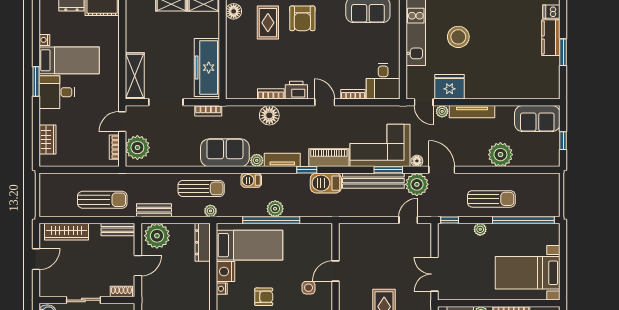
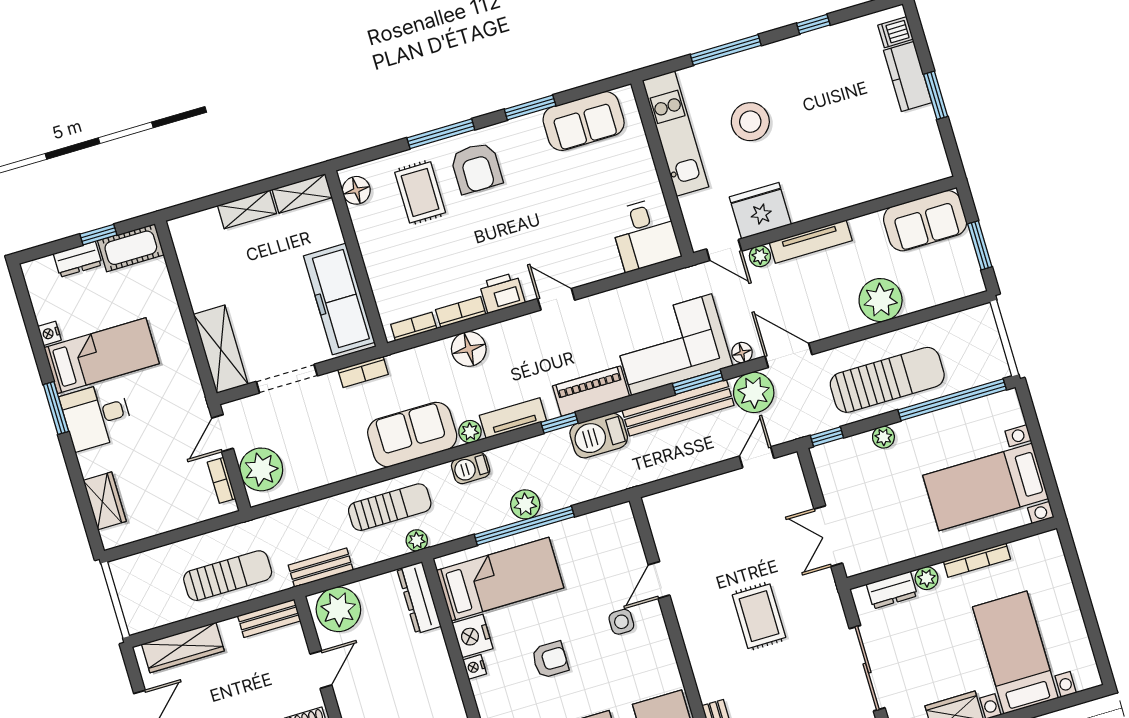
bookcase: (353, 94) -> (414, 327), moved
window: (563, 141) -> (980, 245), width x1.50
sun lounger: (491, 199) -> (887, 380), width x1.36, depth x1.34

